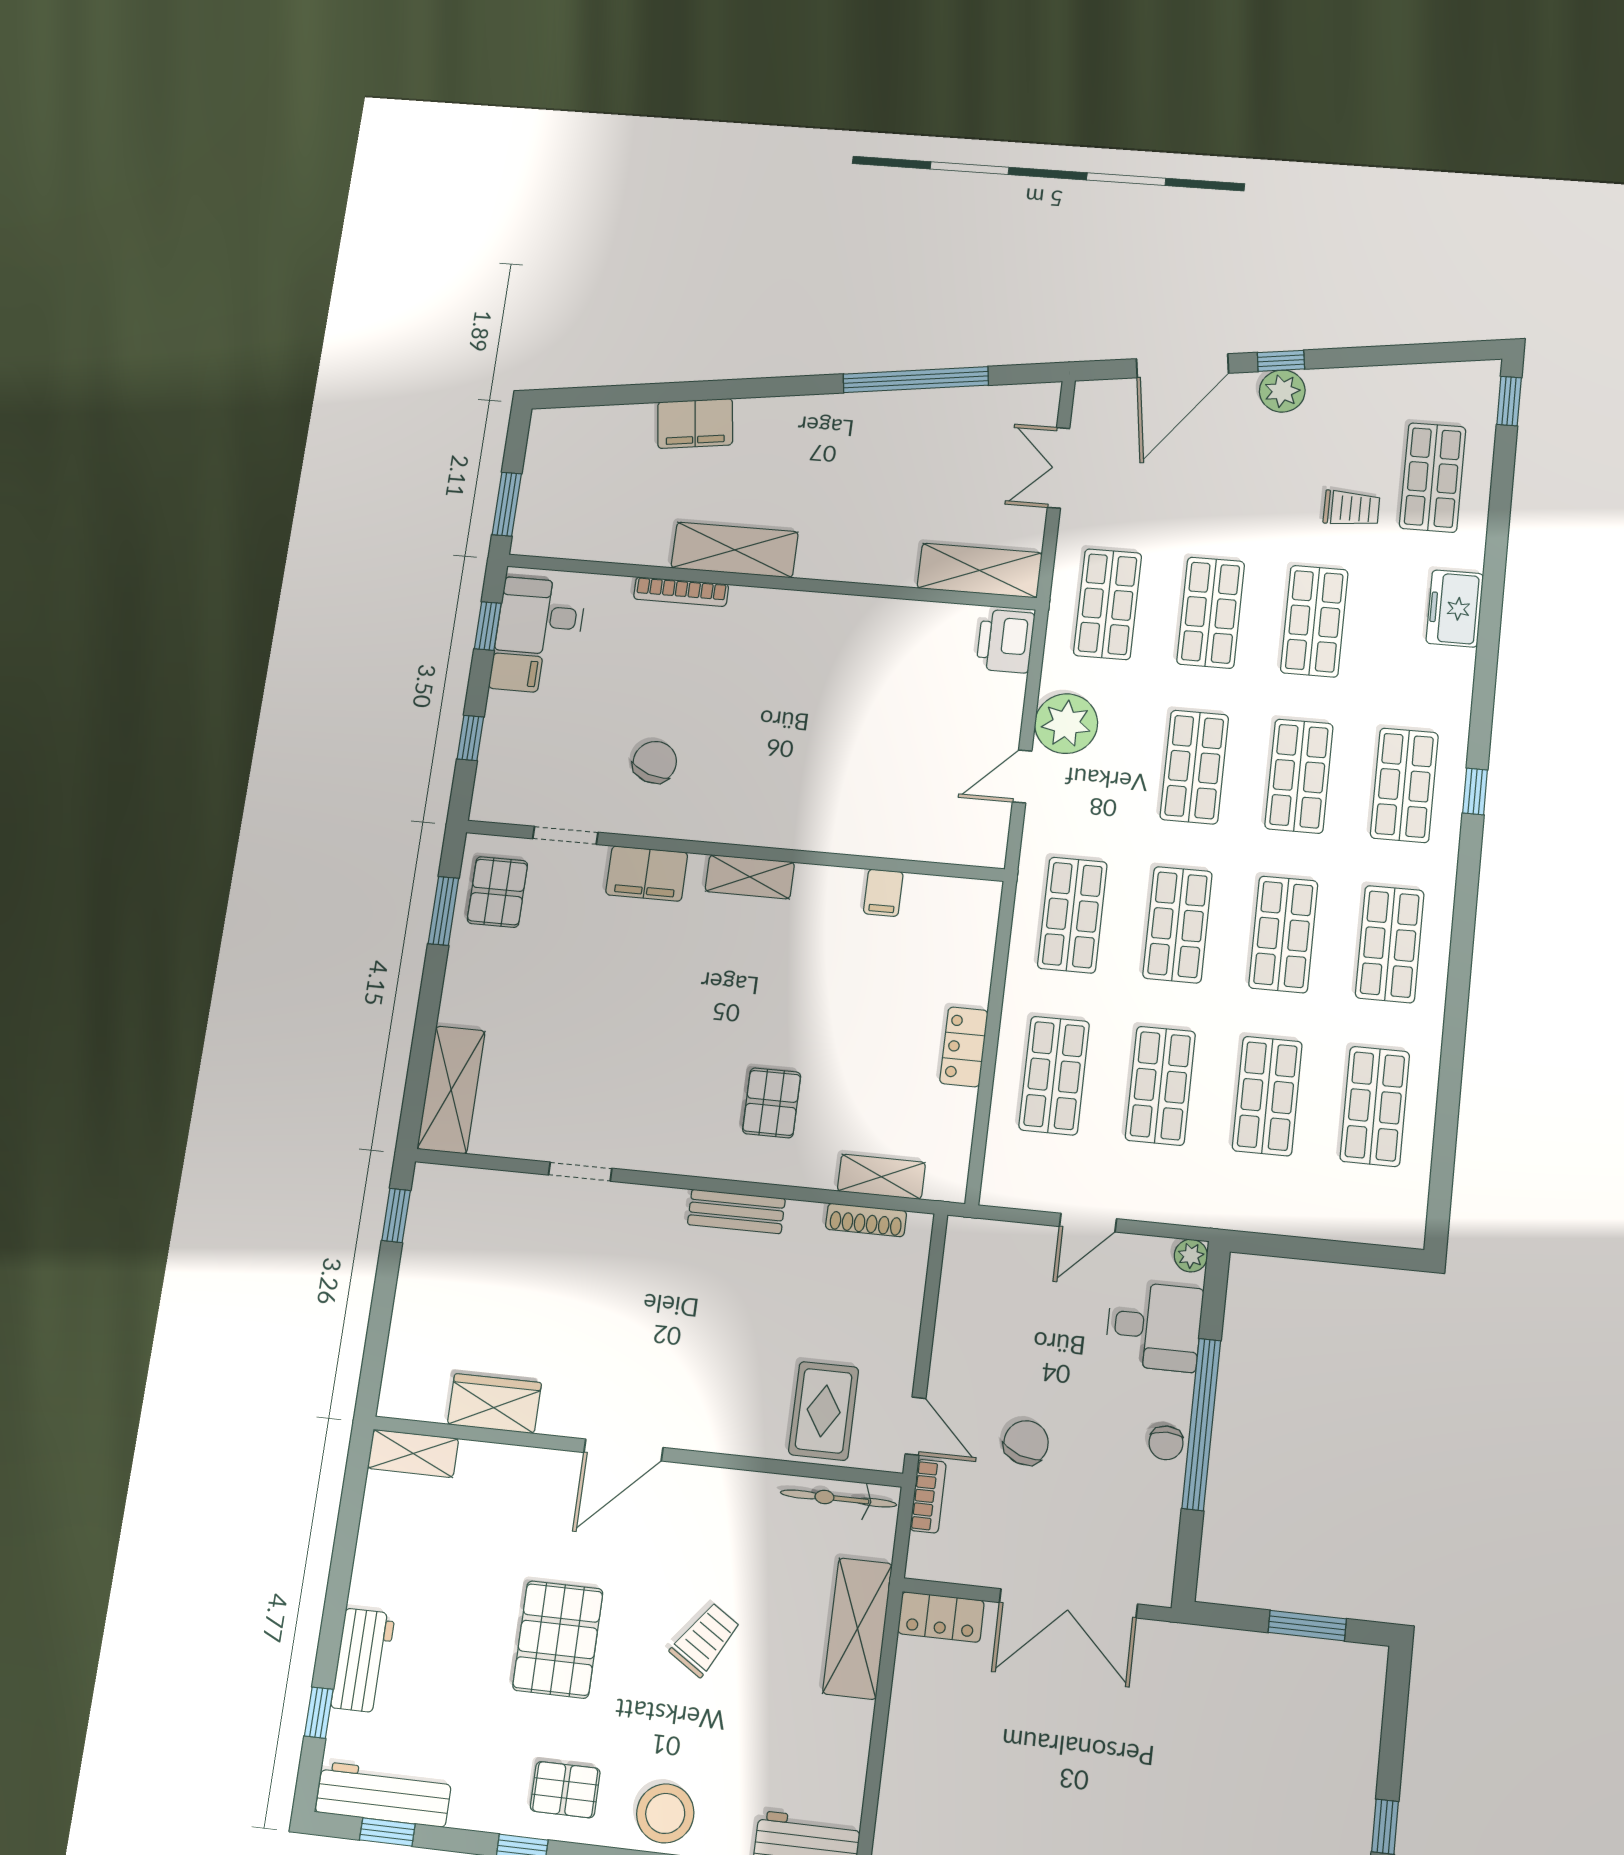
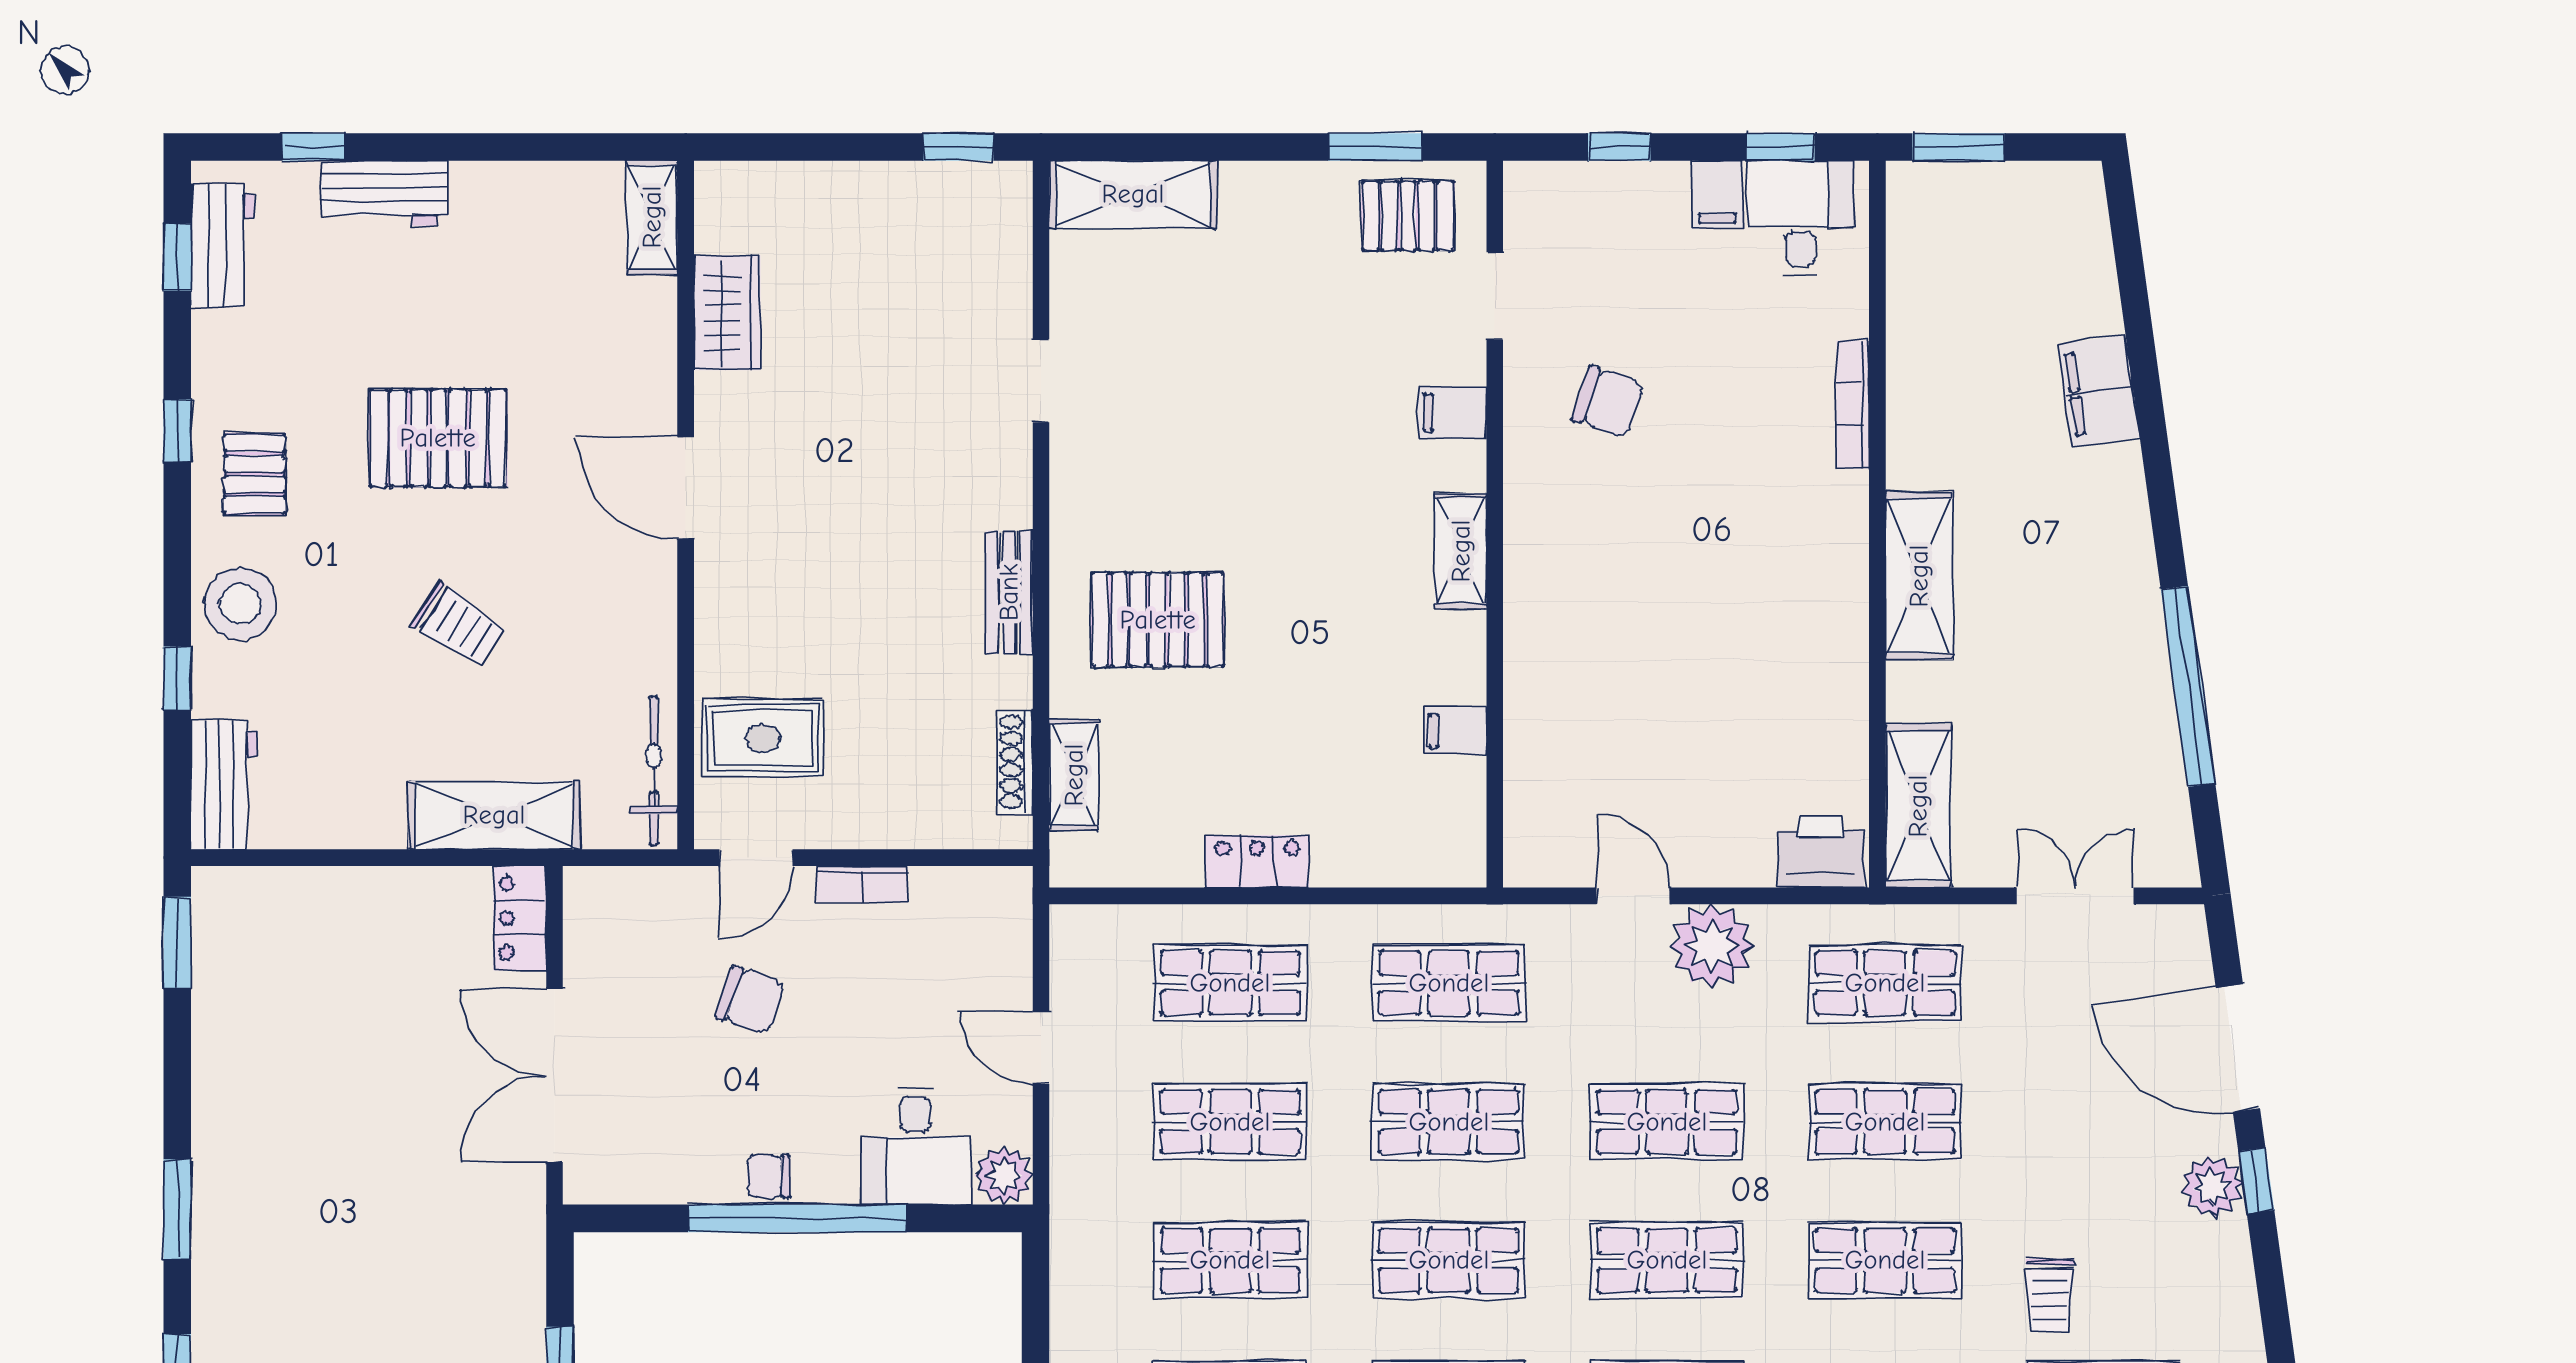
shelving: (735, 550) -> (1919, 576), moved
filing cabinet: (647, 874) -> (1452, 412), width x0.50
pallet: (772, 1103) -> (1158, 620), width x1.50, depth x1.42
plant: (1191, 1256) -> (1004, 1176), width x1.38, depth x1.38
bookcase: (928, 1496) -> (862, 884), moved
workbench: (384, 1794) -> (223, 246), width x0.73

